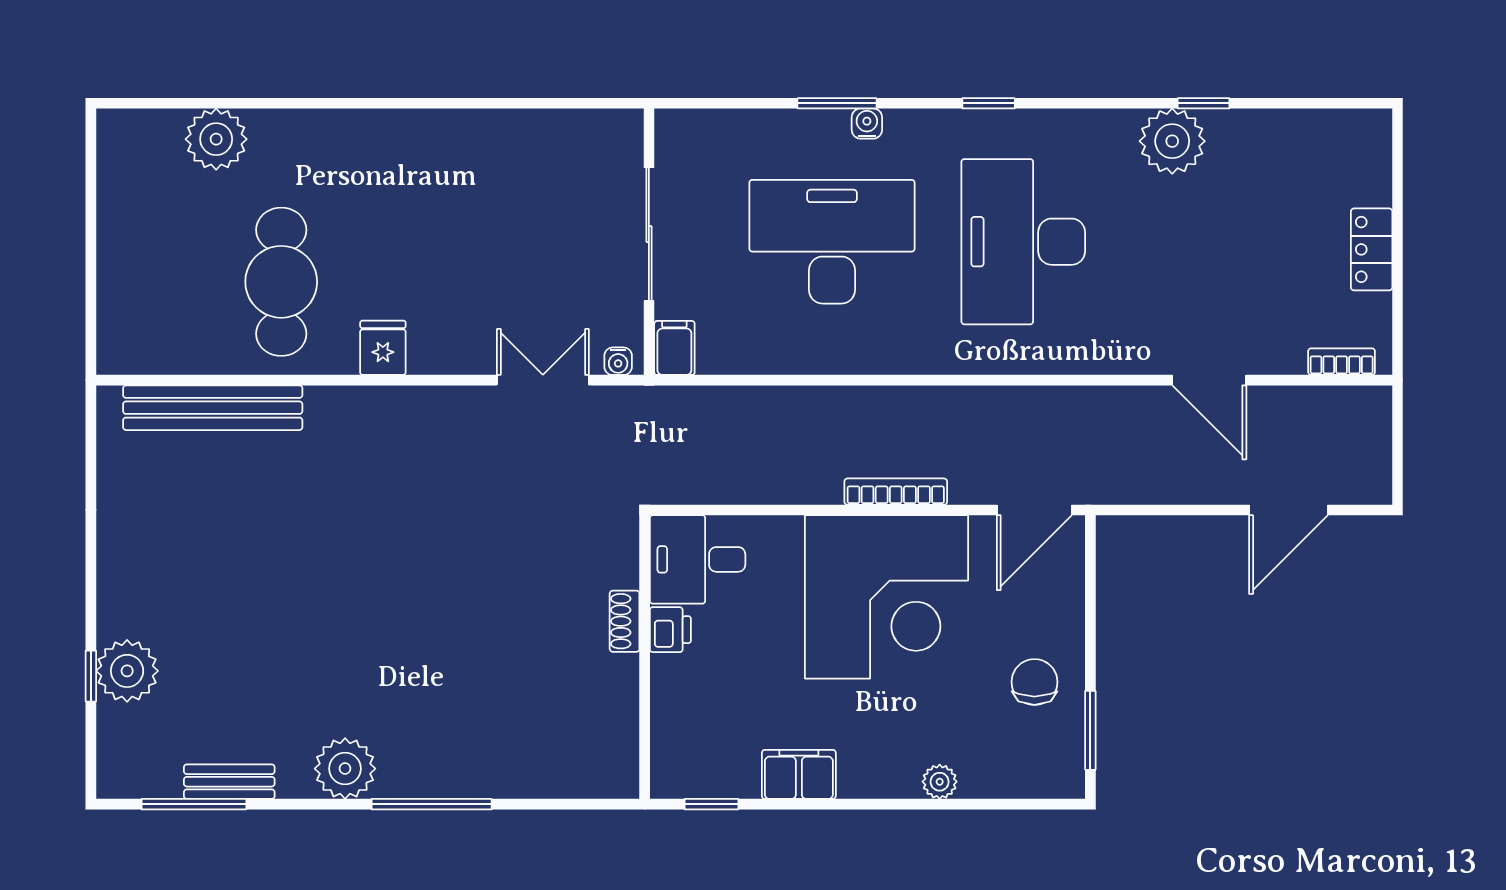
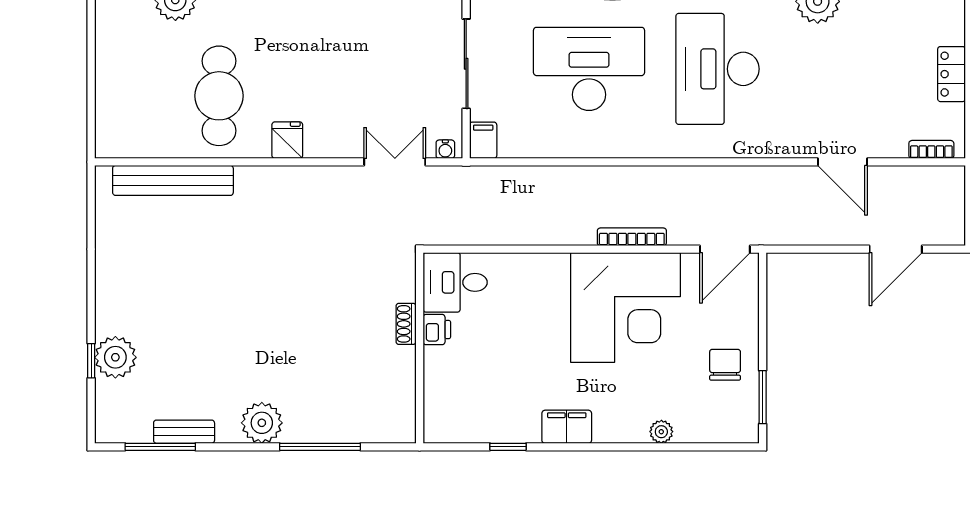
desk: (698, 559) -> (455, 282), moved
shoe rack: (625, 621) -> (406, 324), moved
printer: (670, 630) -> (437, 330), moved
wall: (645, 657) -> (420, 348), moved

